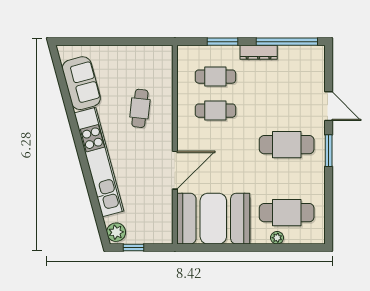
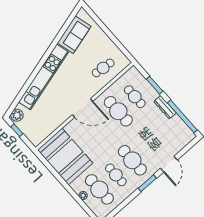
cafe table: (140, 108) -> (103, 68), moved
cafe table: (215, 111) -> (118, 111), width x1.37, depth x1.35
door: (175, 170) -> (82, 108), moved
cafe table: (287, 179) -> (116, 175), added

